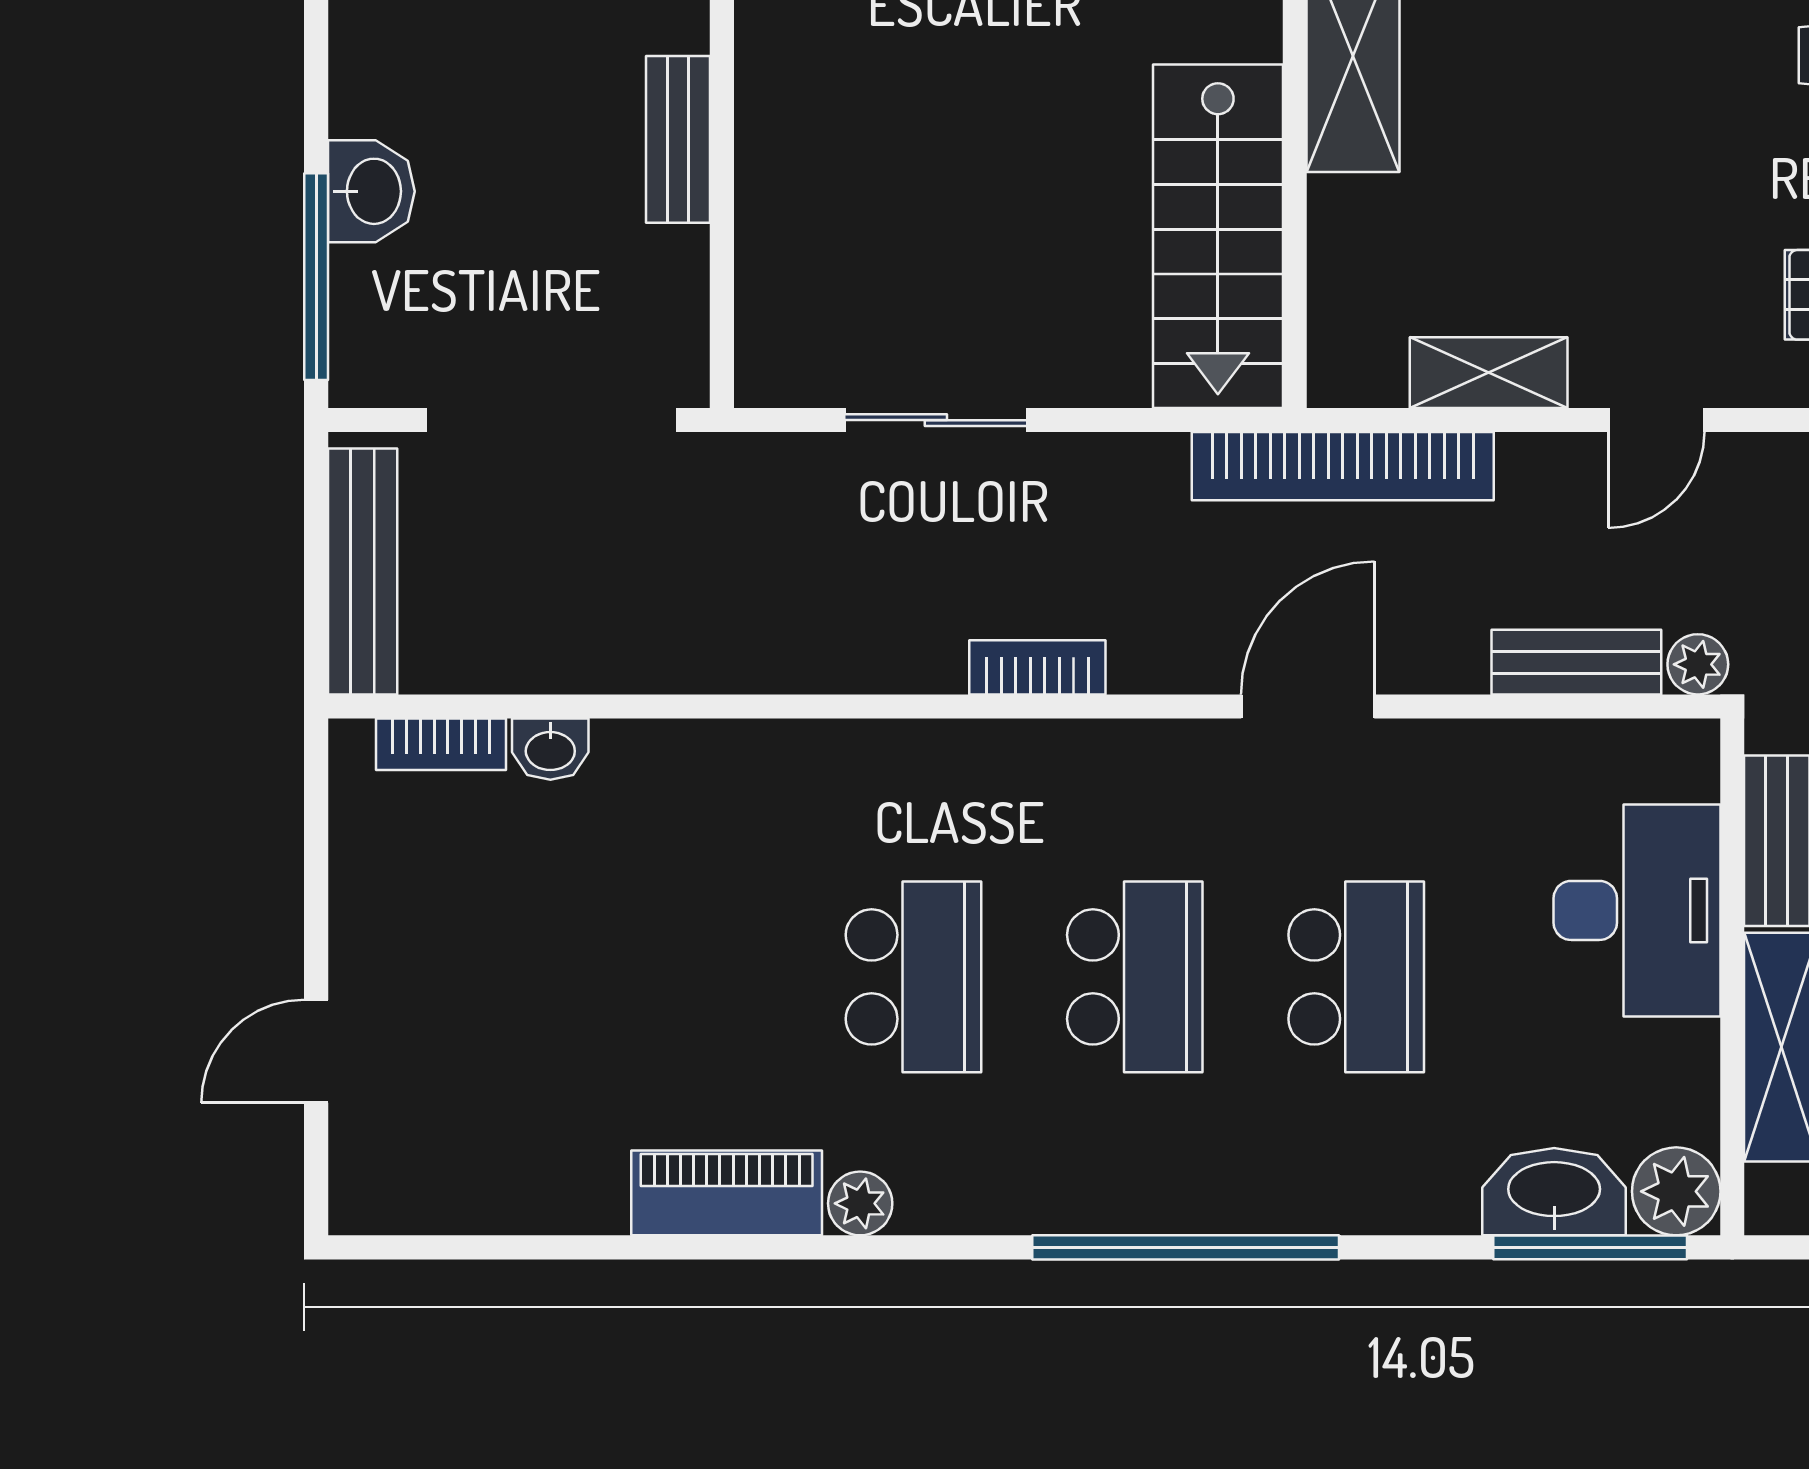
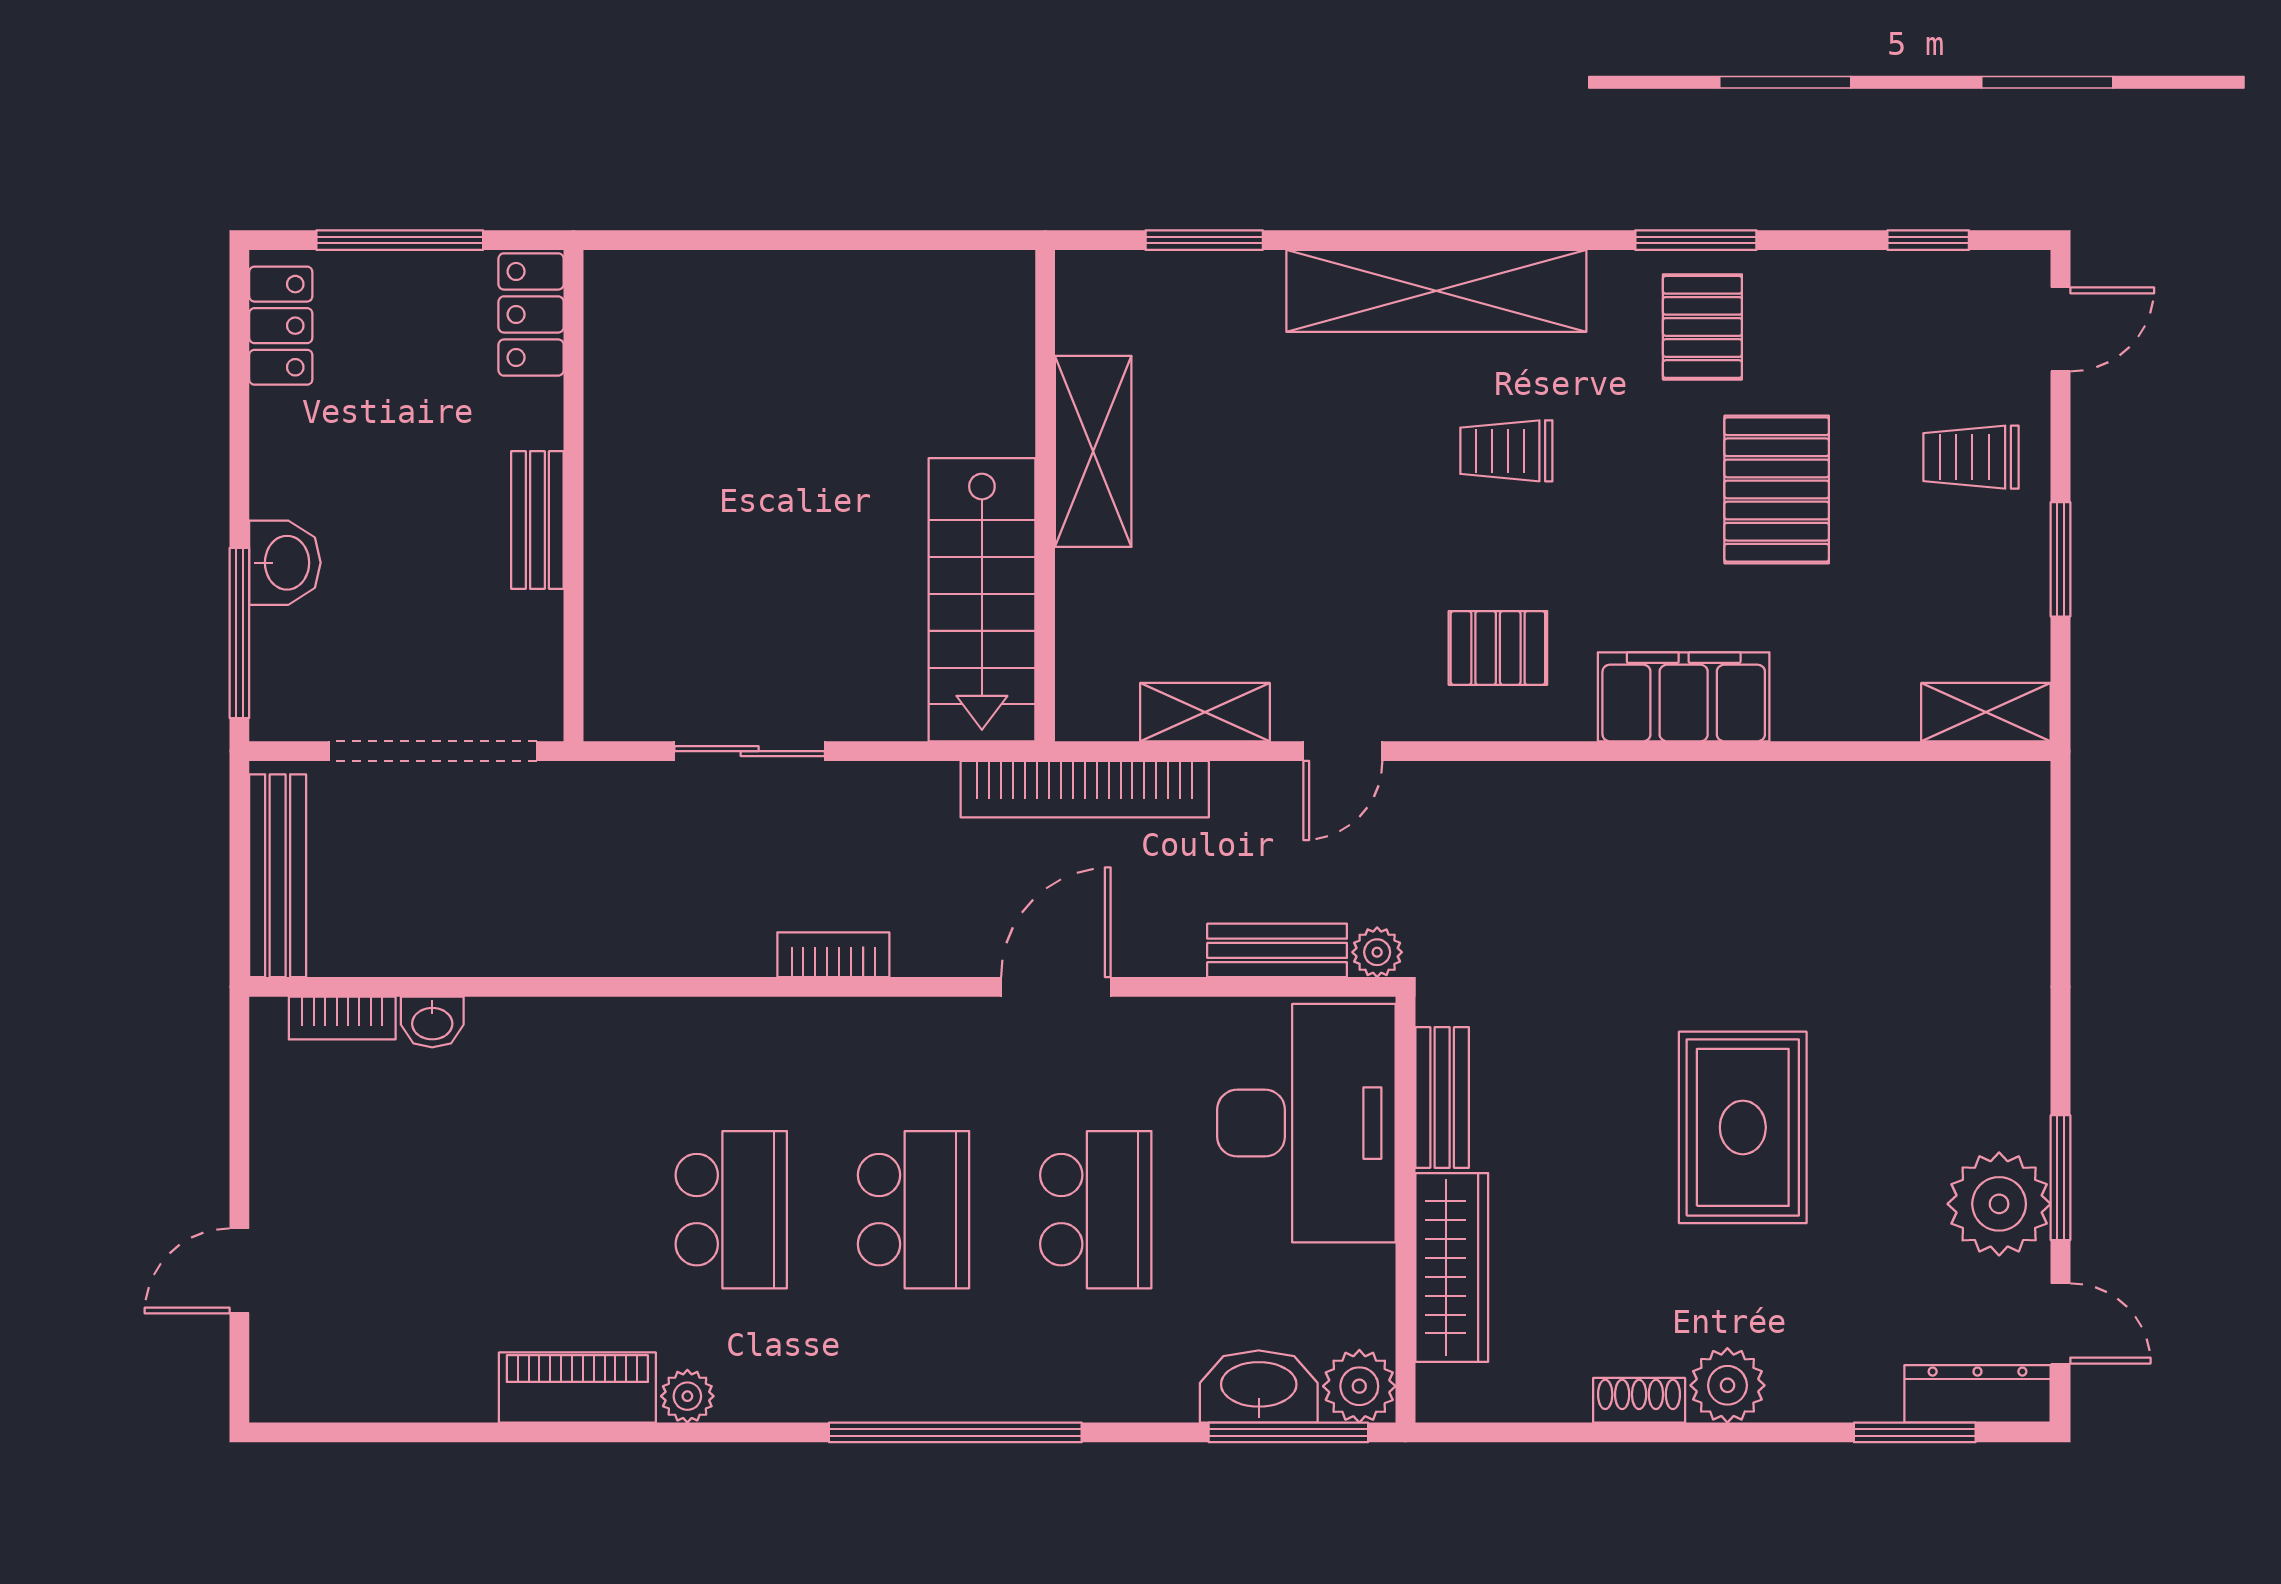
desk: (1637, 910) -> (1306, 1123), width x1.36, depth x1.30

